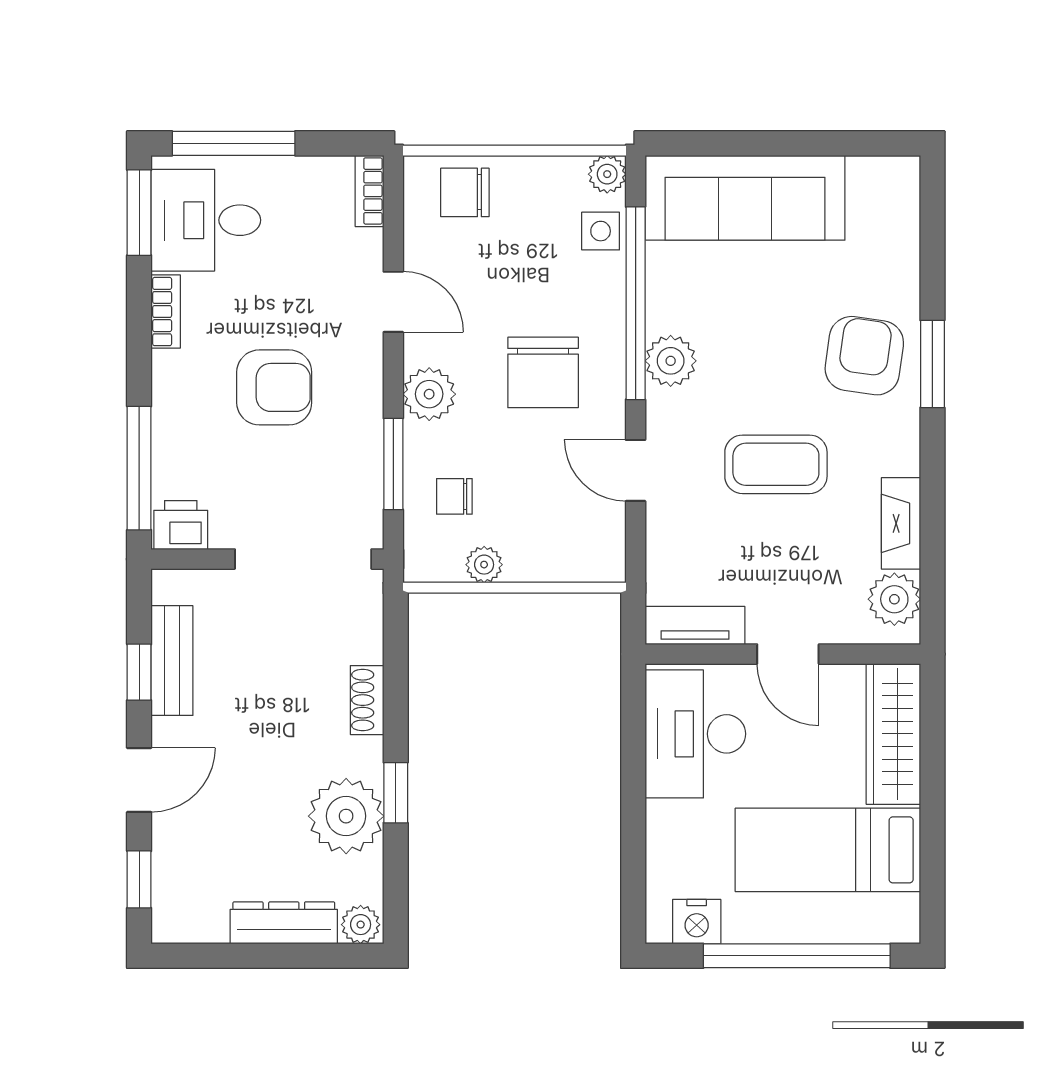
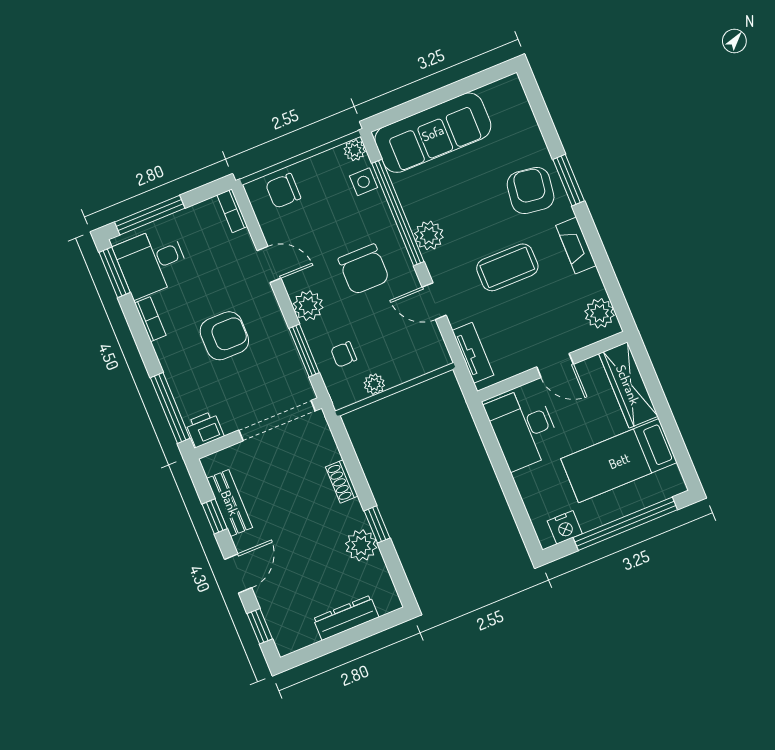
fireplace: (901, 523) -> (576, 246), moved
tv unit: (695, 625) -> (473, 353), moved, turned 90
plant: (346, 816) -> (361, 545), width x0.73, depth x0.73
plant: (361, 925) -> (387, 602), removed

